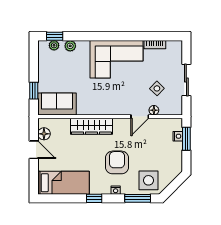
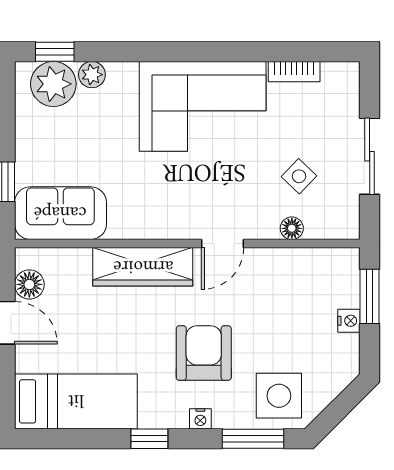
plant: (54, 45) -> (53, 84), width x1.88, depth x1.88
door: (140, 117) -> (223, 244), moved
nightstand: (178, 136) -> (349, 321), moved

